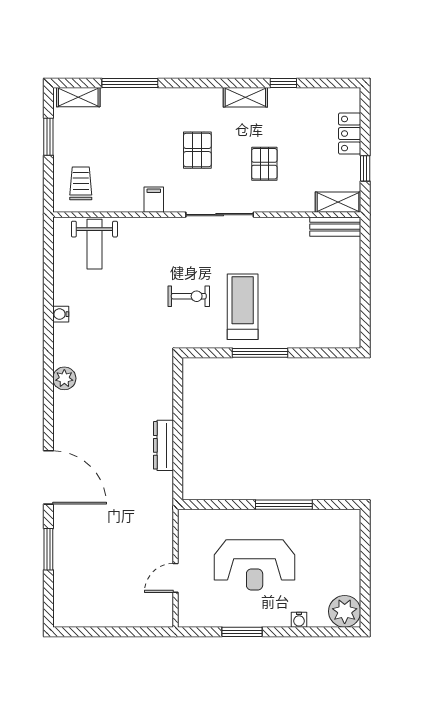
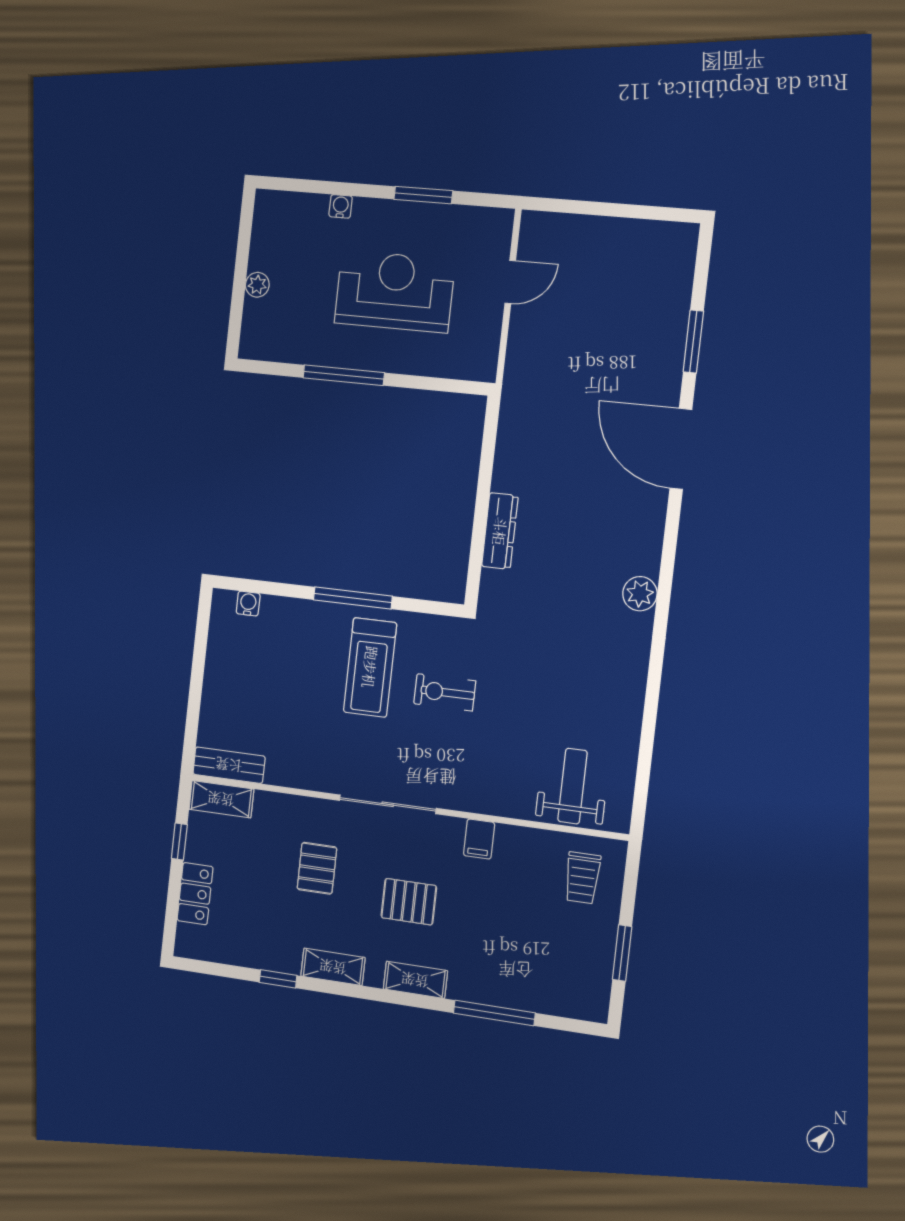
shelving: (78, 97) -> (415, 980), moved
pallet: (197, 150) -> (409, 902), turned 90
water cooler: (61, 314) -> (248, 604), moved, turned -90
dresser: (163, 445) -> (500, 531), moved
plant: (345, 611) -> (257, 285), moved, width x0.53, depth x0.53

